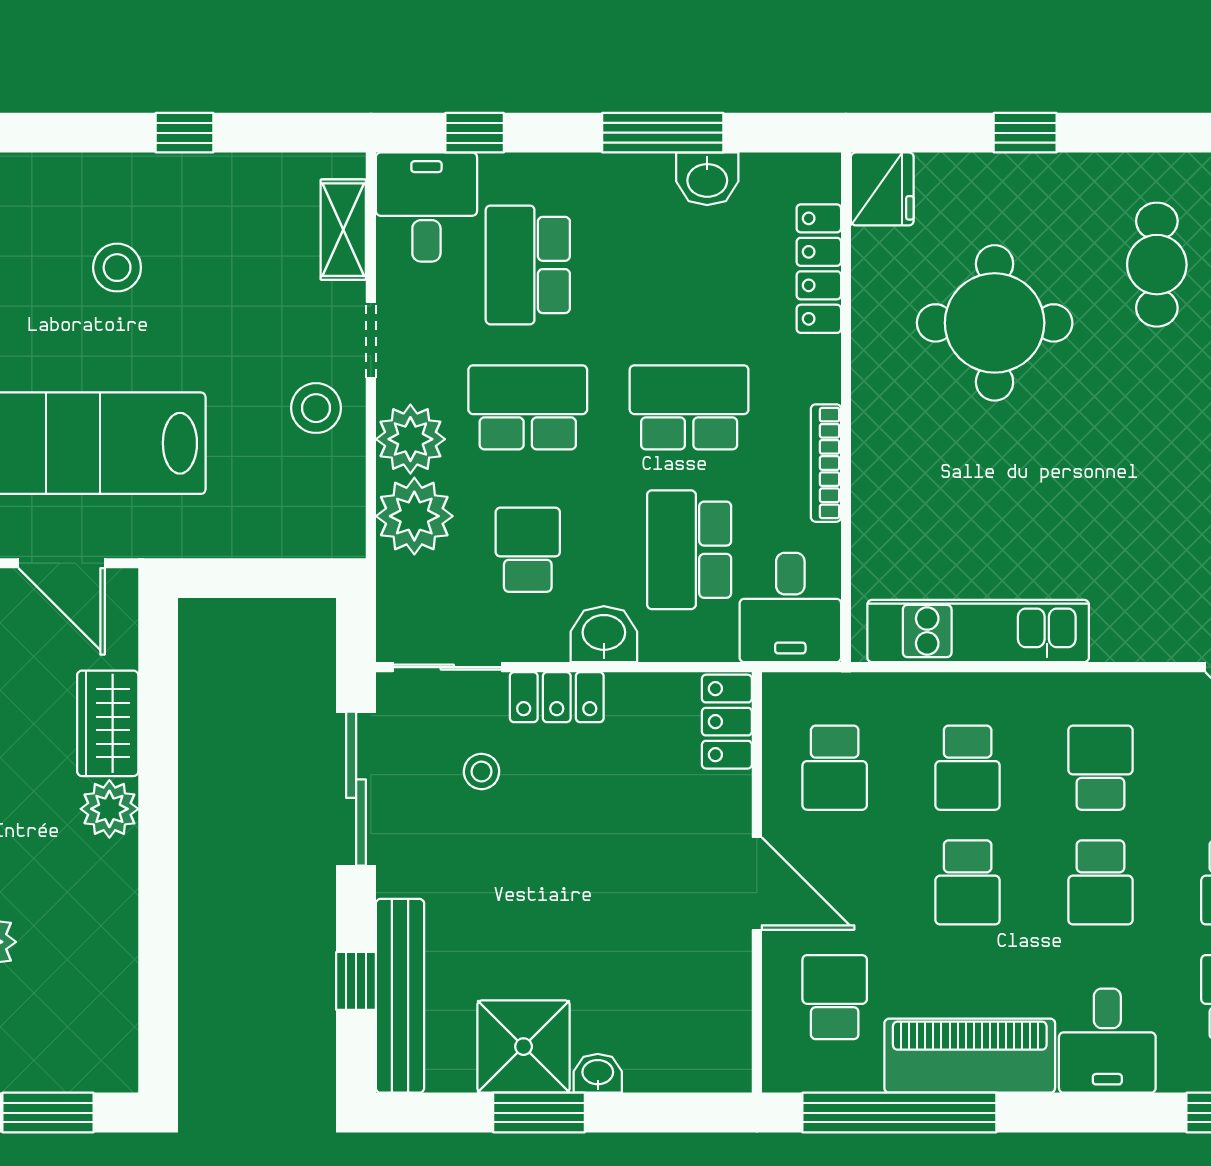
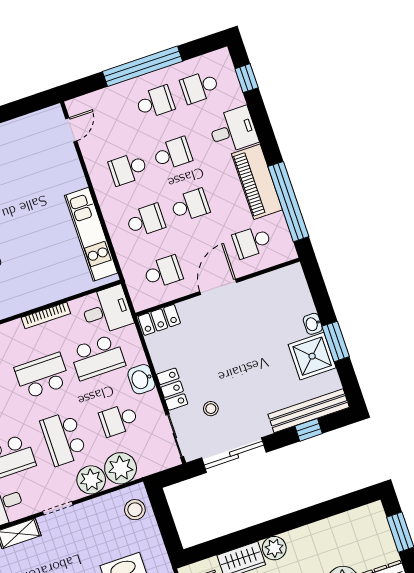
school desk: (689, 407) -> (42, 376), turned 90
stool: (316, 408) -> (135, 510), moved

